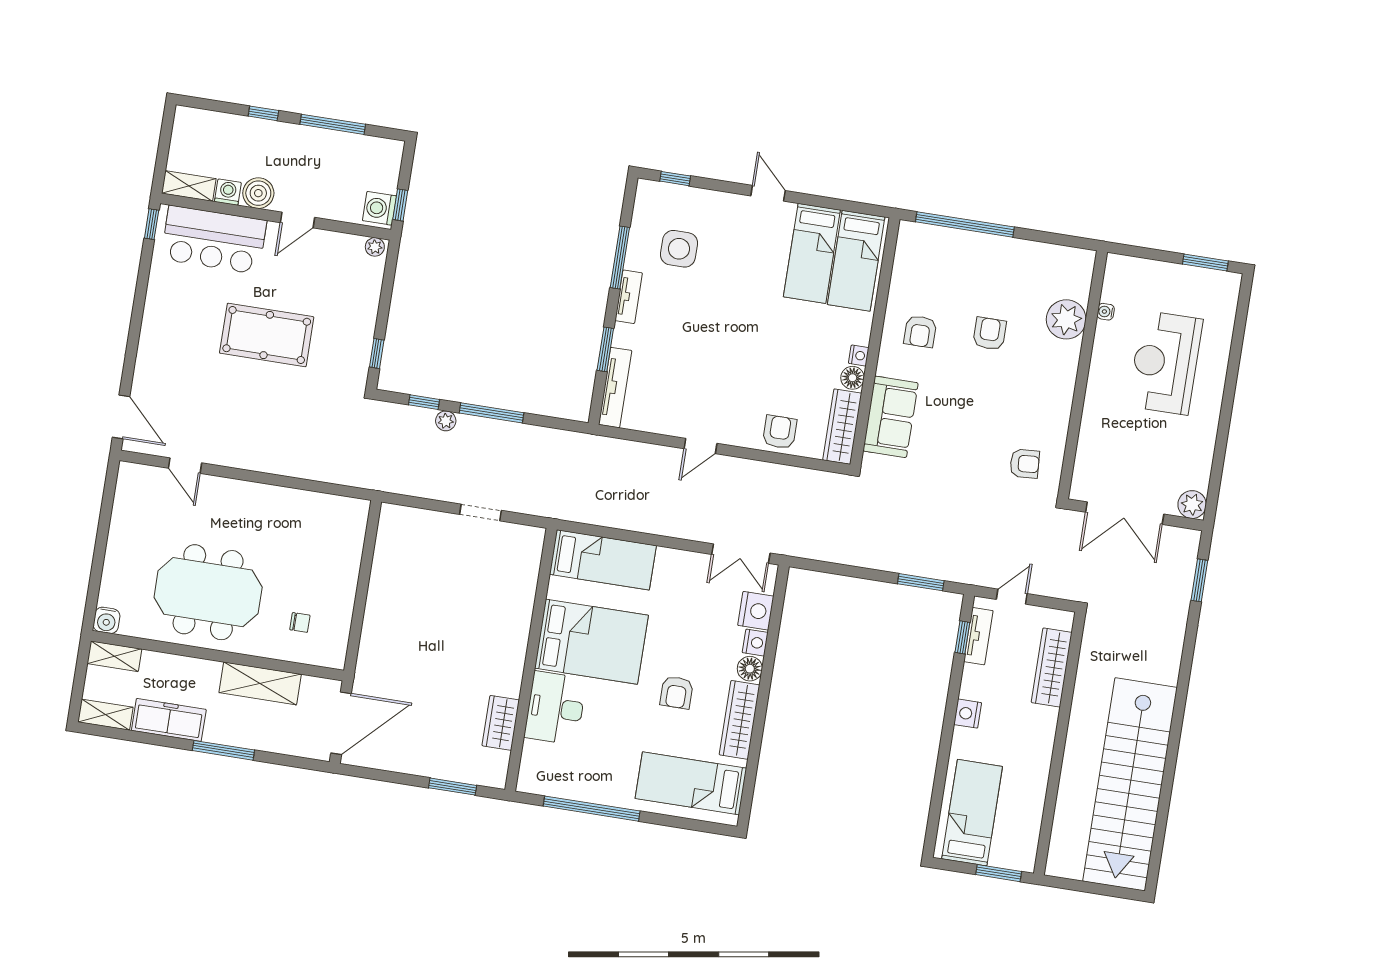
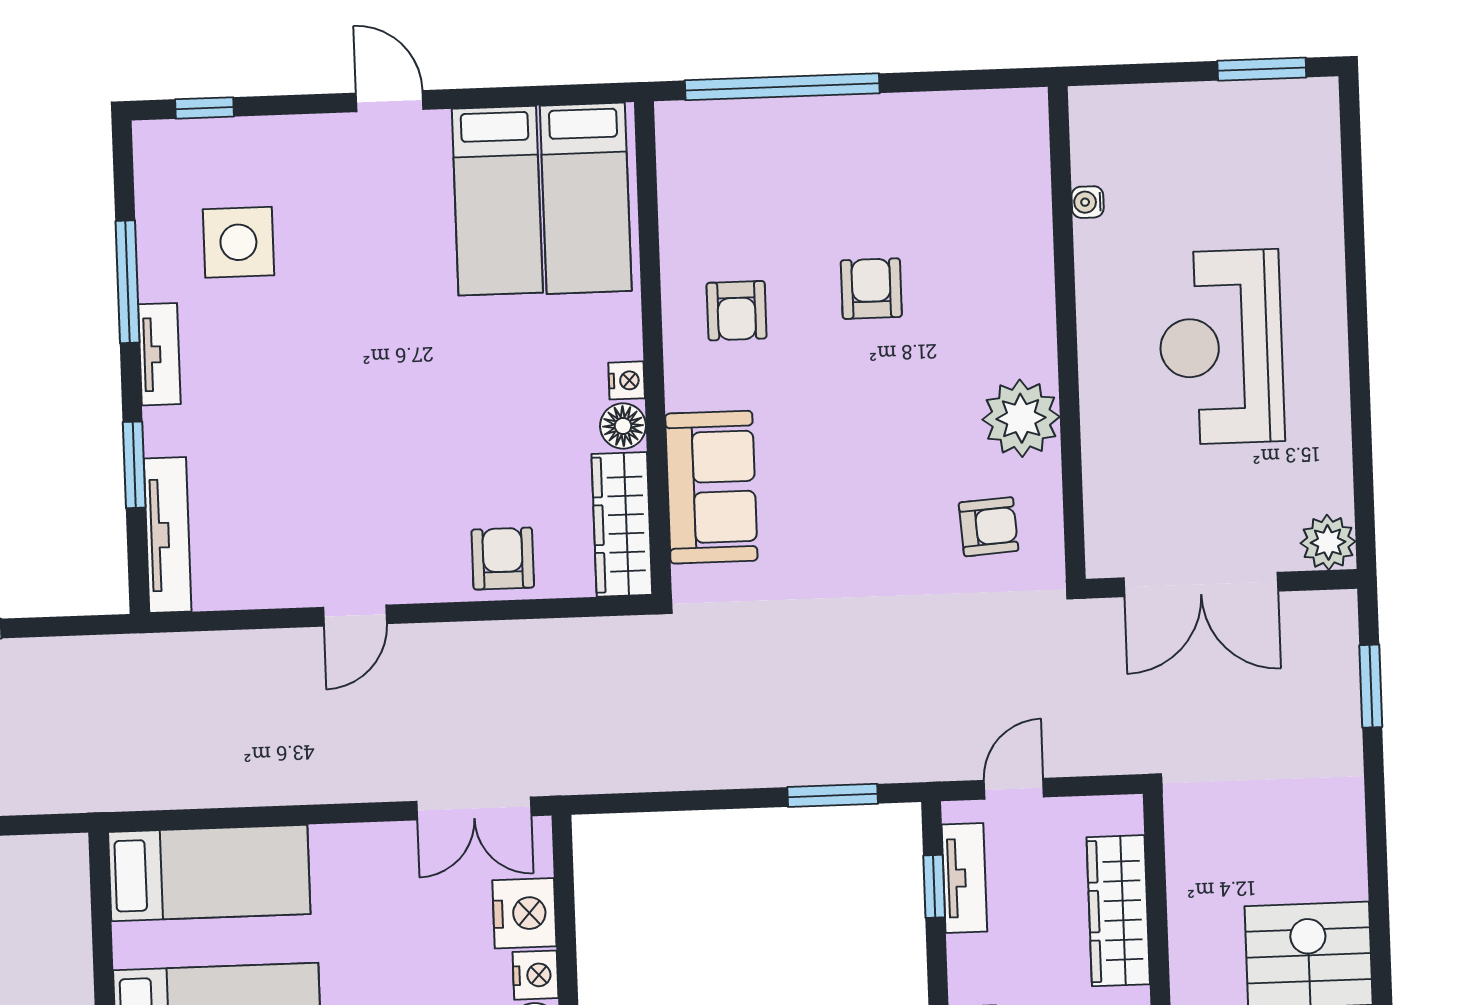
plant: (1066, 319) -> (1021, 418), moved
reception desk: (1165, 363) -> (1221, 347), moved

